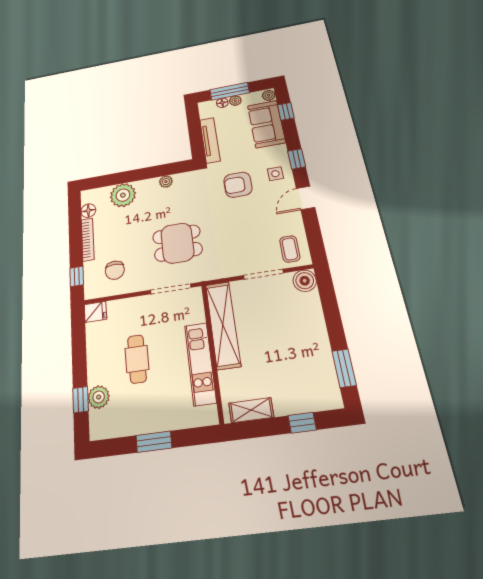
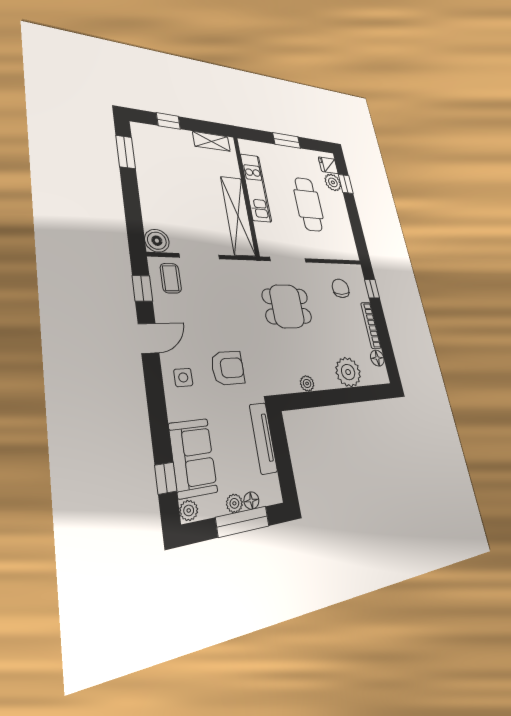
window: (297, 159) -> (142, 288), moved
fridge: (95, 312) -> (328, 165), moved
cafe table: (137, 359) -> (308, 204), width x1.37, depth x1.35

